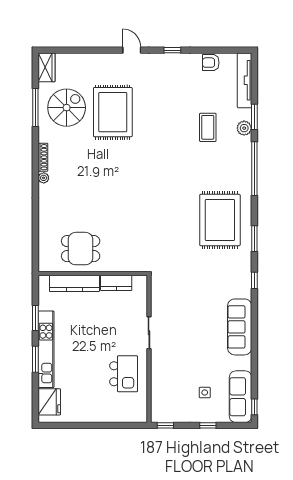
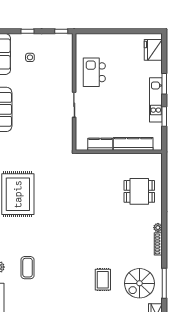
rug: (113, 112) -> (103, 280), width x0.54, depth x0.49
dining table: (81, 249) -> (139, 191), moved
kitchen unit: (46, 349) -> (156, 100), width x0.73

